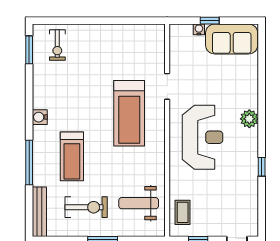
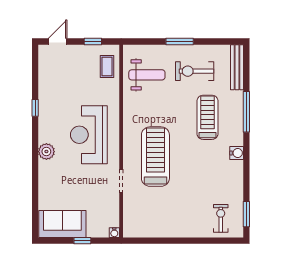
water cooler: (199, 29) -> (114, 233), moved

